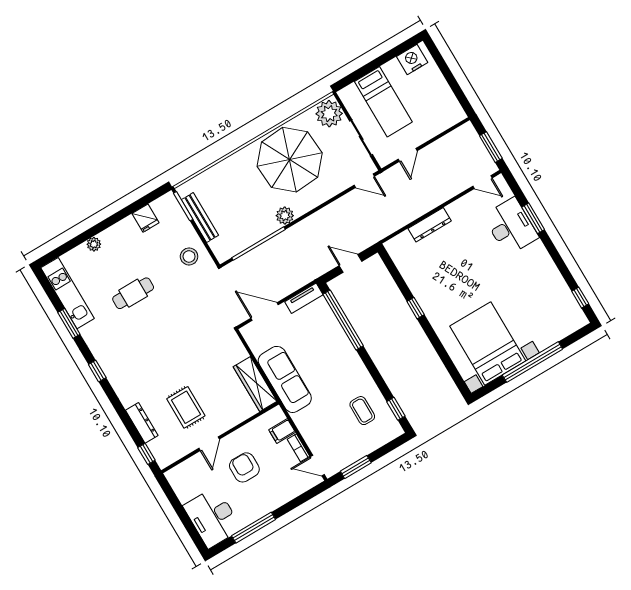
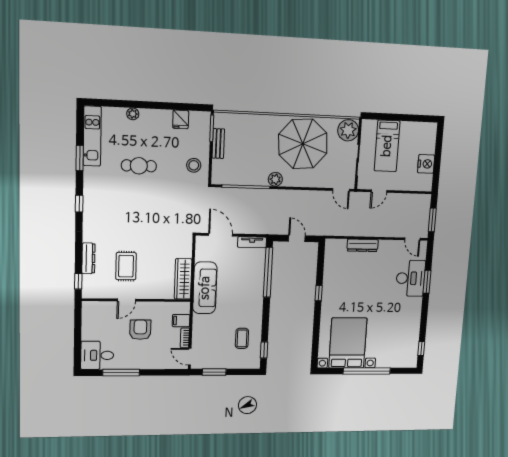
nightstand: (412, 59) -> (426, 164), moved, turned 90
bench: (200, 218) -> (218, 144), width x0.73
desk: (212, 517) -> (97, 355), width x0.73

